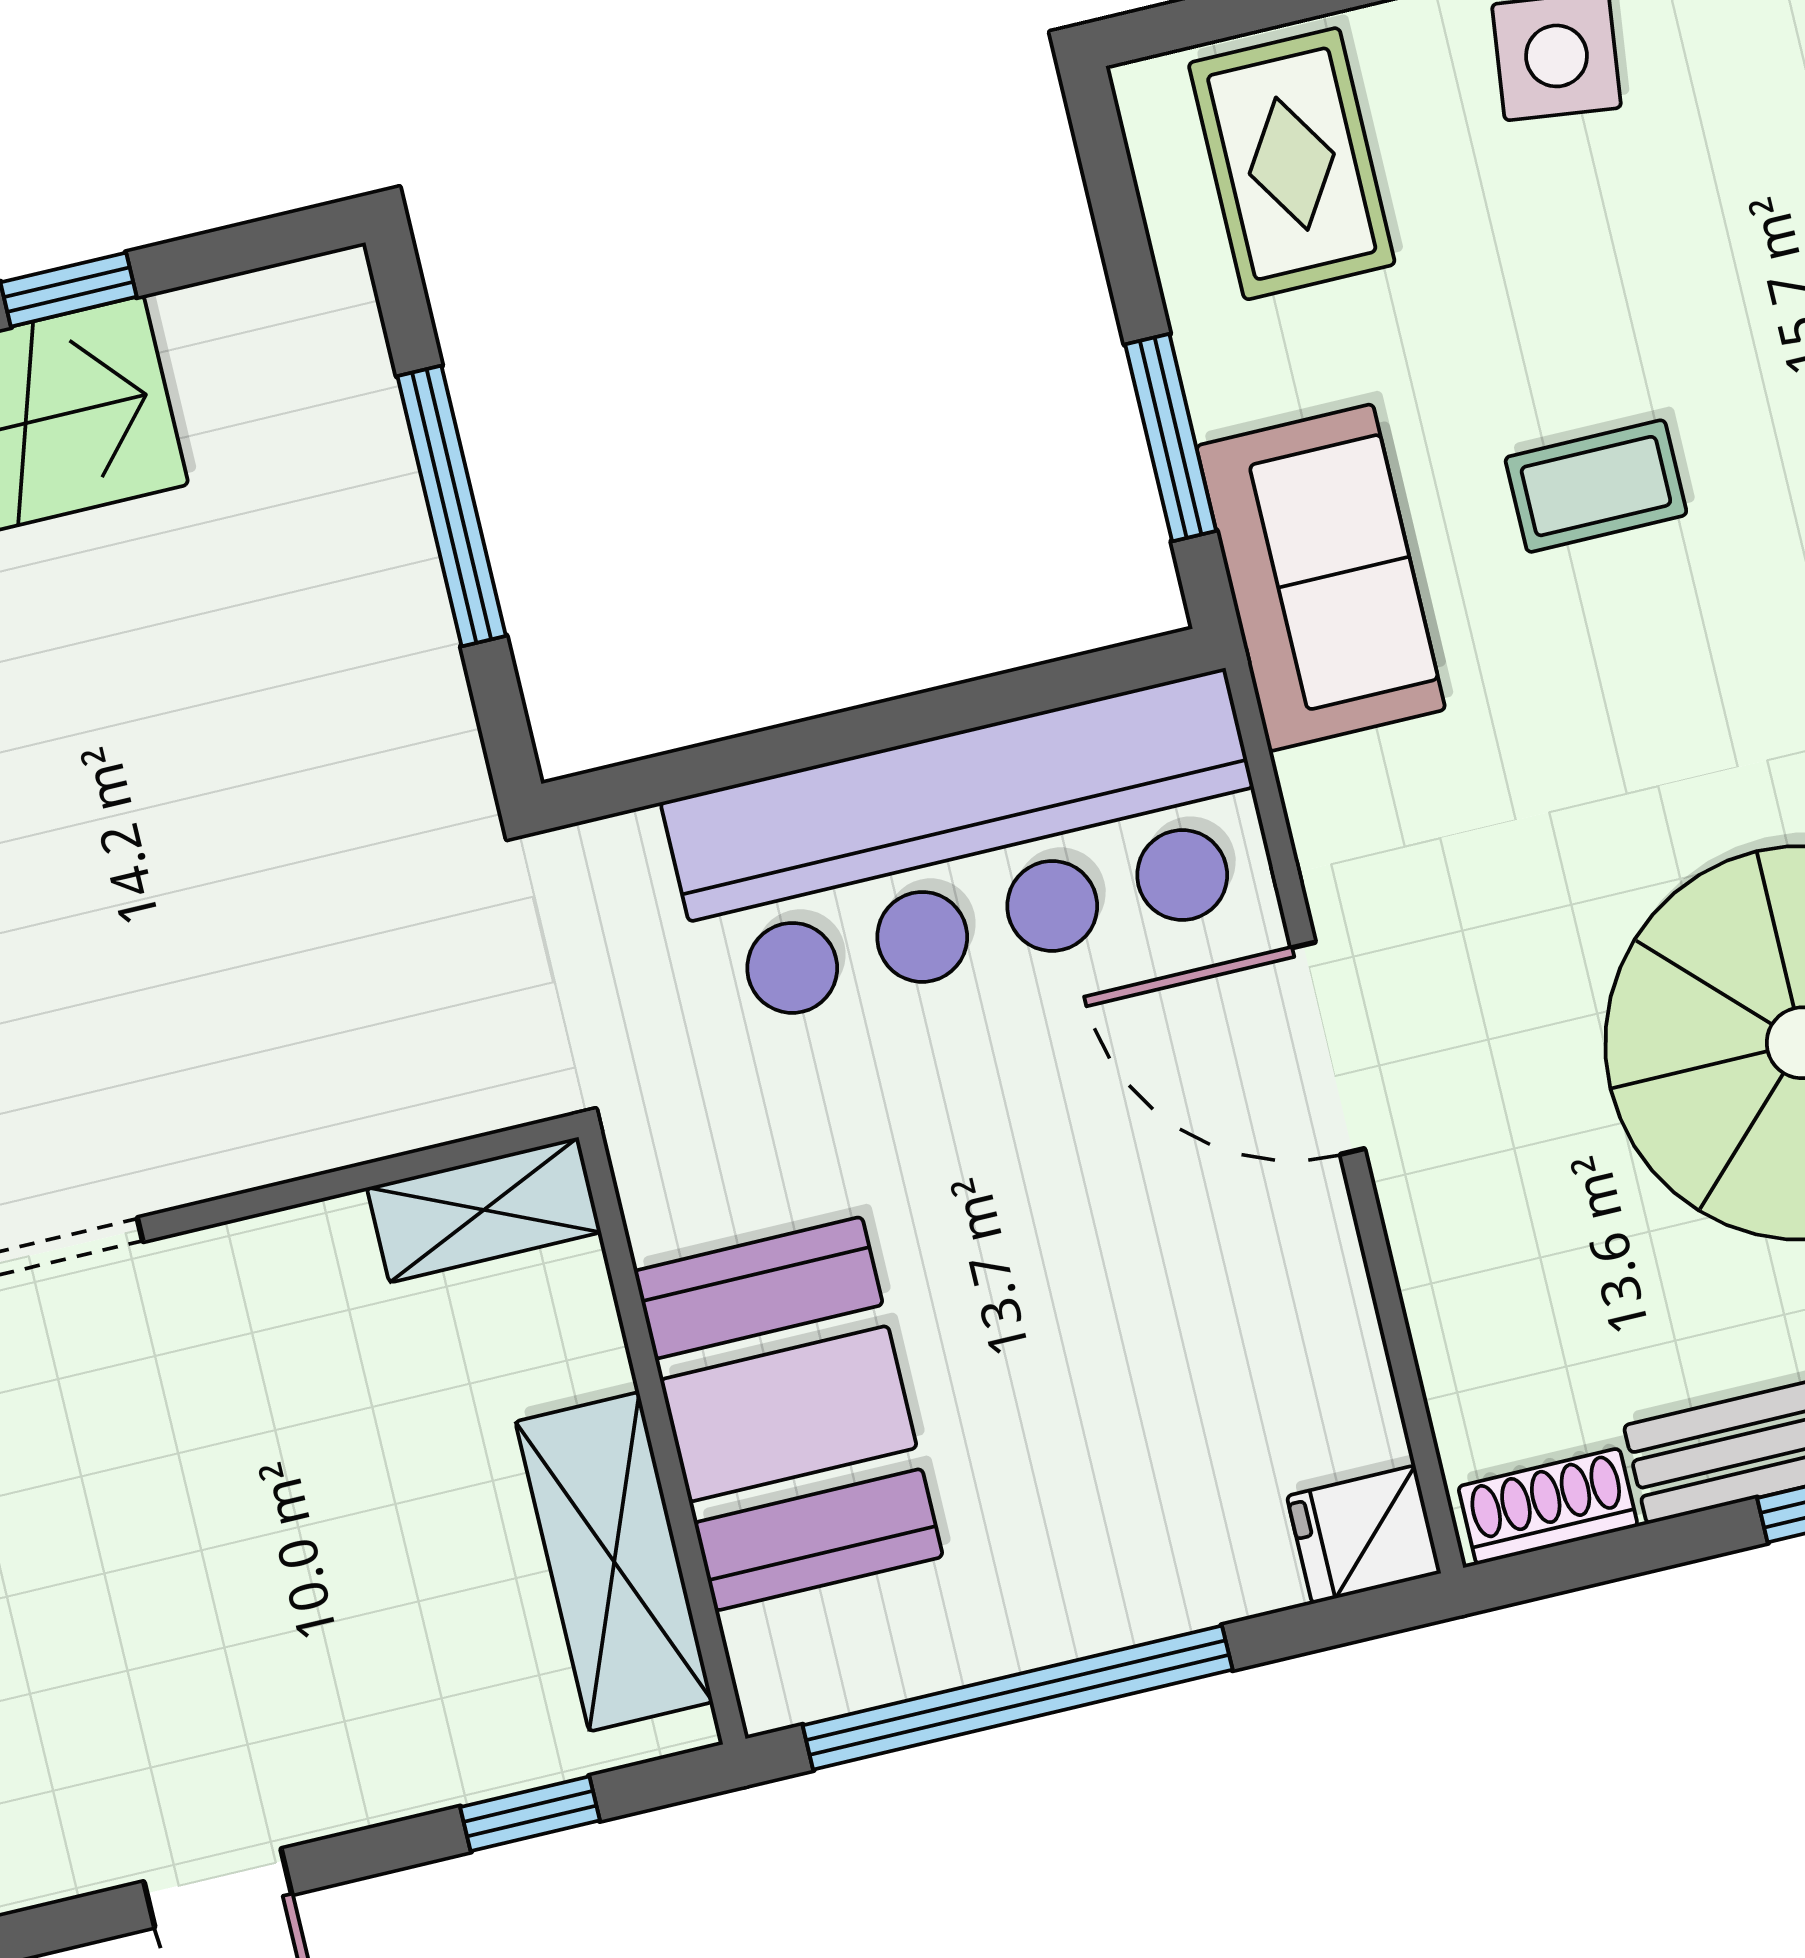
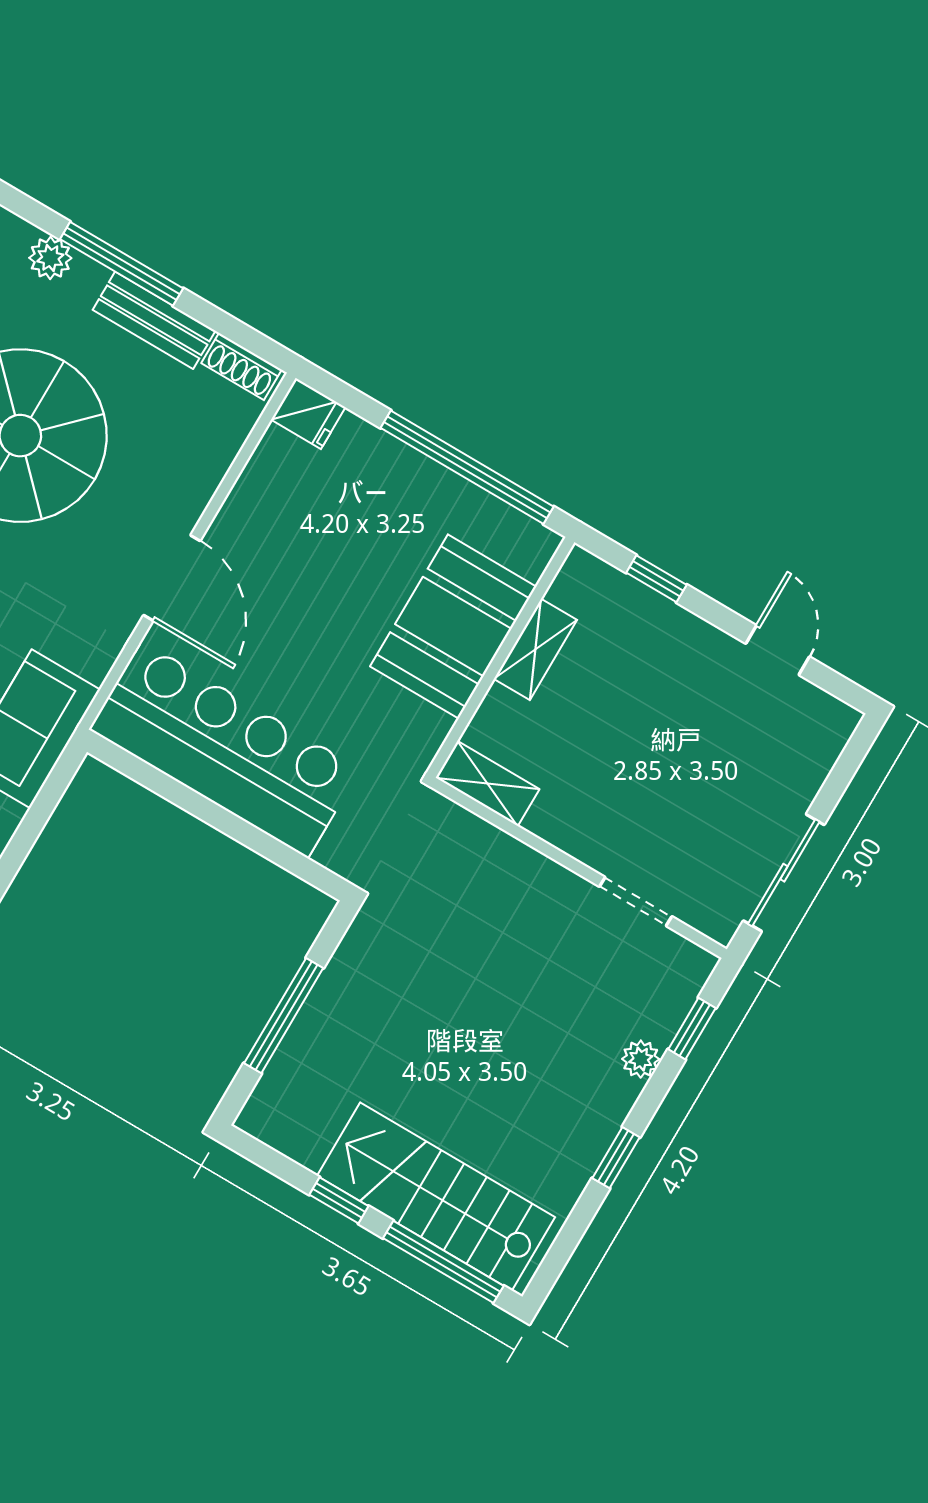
window: (1171, 438) -> (36, 819), removed
shelving: (614, 1562) -> (535, 649), width x0.67, depth x0.75

